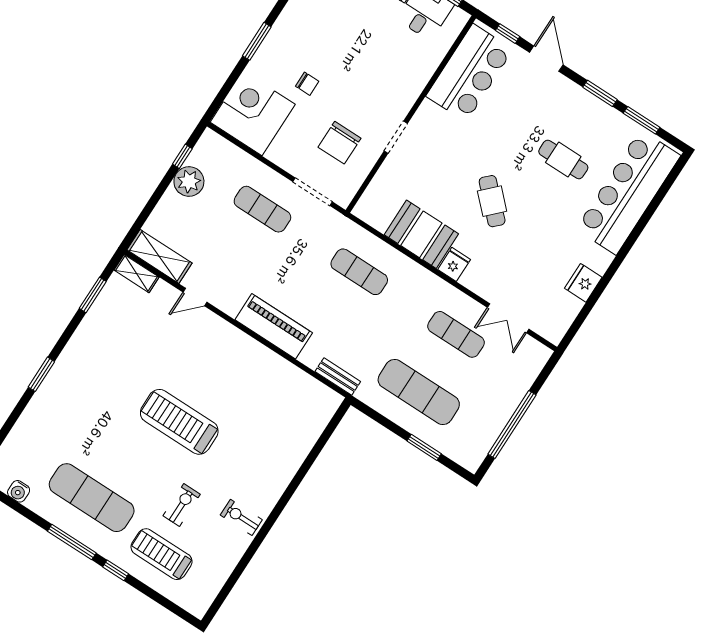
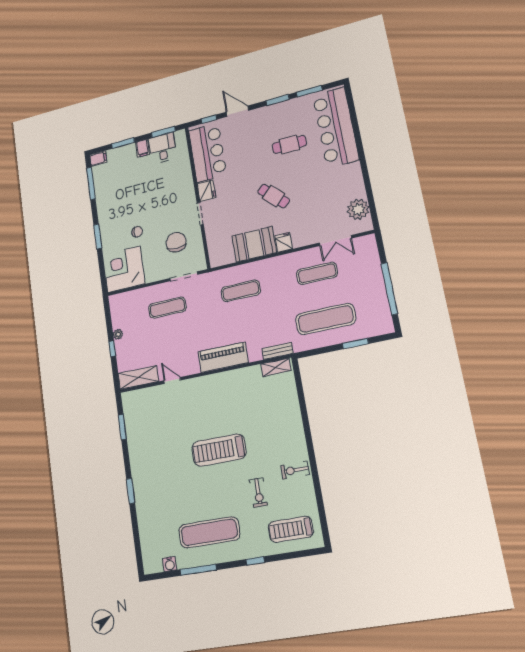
chair: (340, 143) -> (176, 242), turned 180
window: (182, 156) -> (112, 349), moved
plant: (189, 181) -> (118, 334), width x0.53, depth x0.53
shelving: (137, 274) -> (276, 367), moved
fridge: (583, 283) -> (206, 191), moved, turned 180
door: (195, 297) -> (172, 380), swing flipped
plant: (563, 308) -> (358, 209), added
exercise bike: (182, 505) -> (258, 493), turned 180
window: (72, 542) -> (198, 570), moved
treadmill: (162, 554) -> (291, 529), moved

